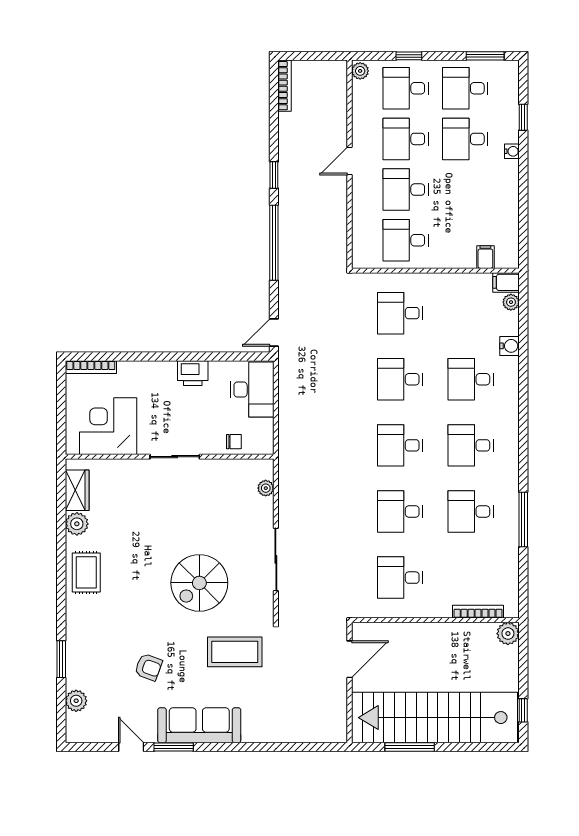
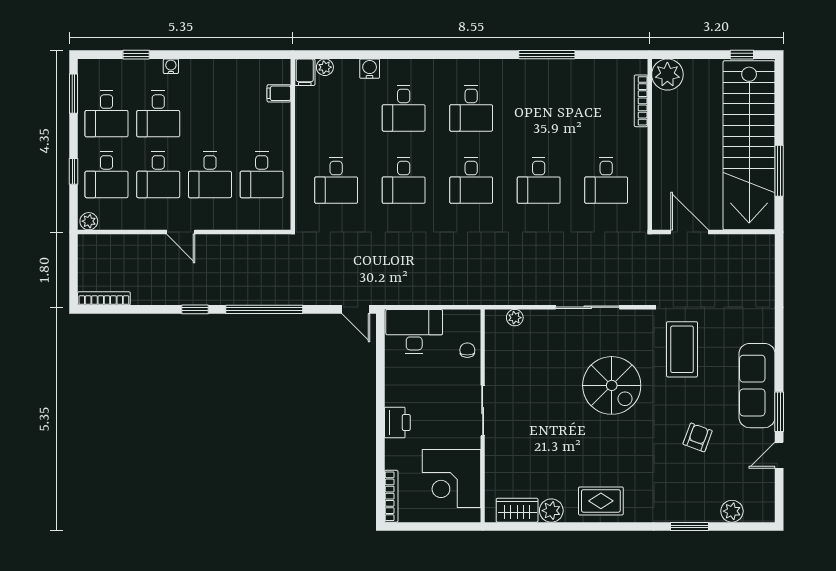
printer: (193, 373) -> (397, 422), moved
desk: (471, 511) -> (539, 108), removed
plant: (508, 634) -> (667, 75), width x1.36, depth x1.36

